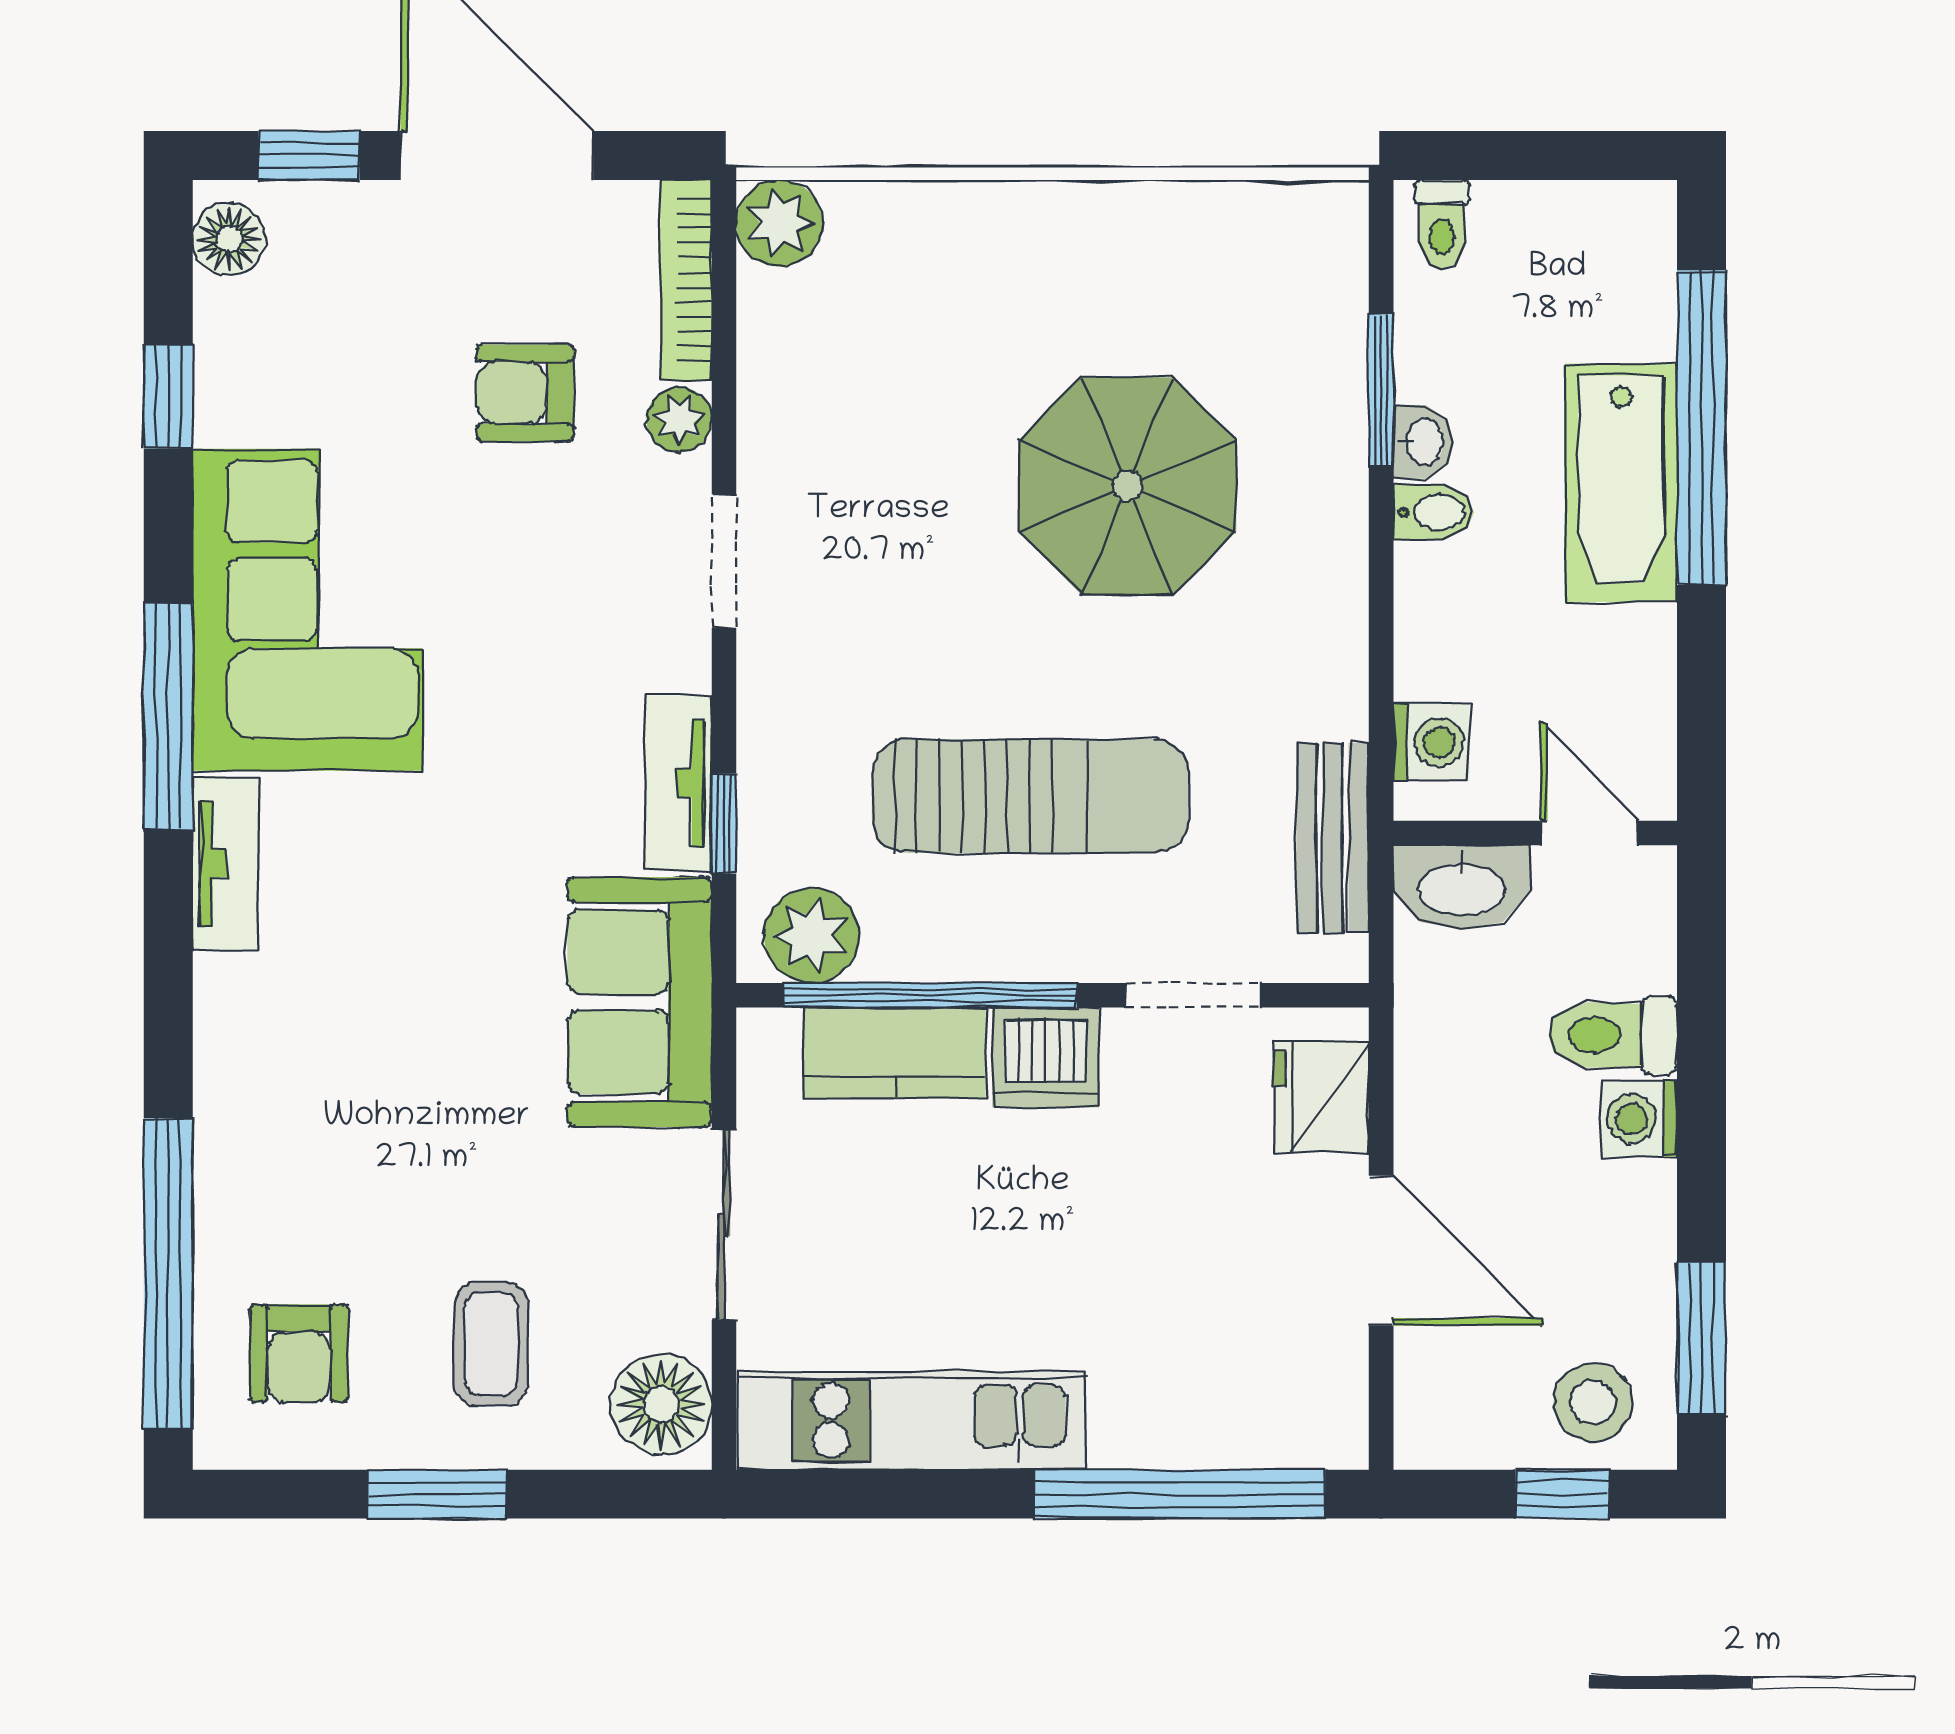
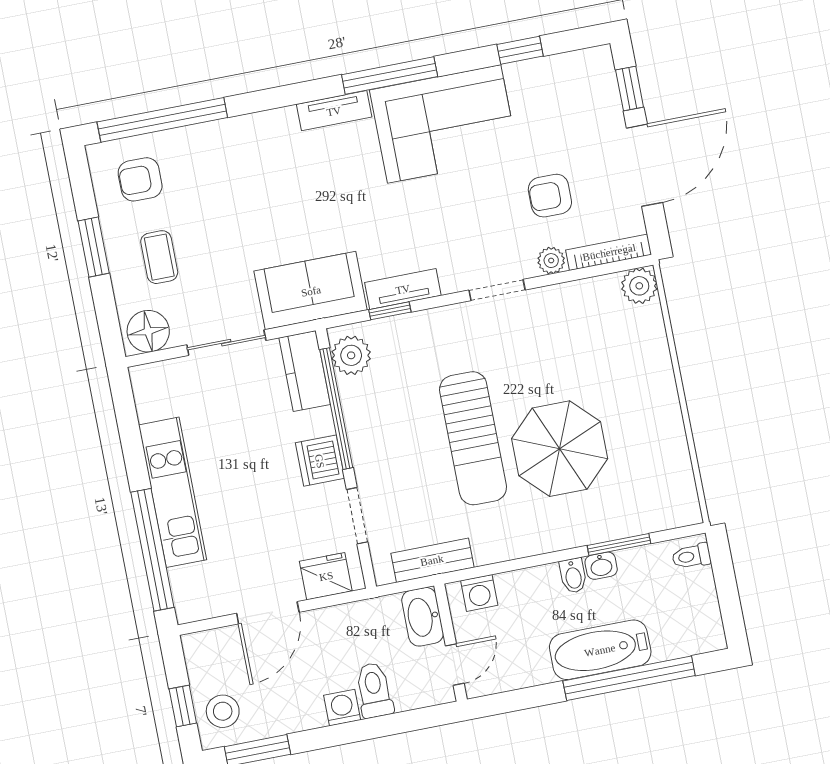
floor lamp: (229, 239) -> (589, 62), removed
armchair: (525, 393) -> (550, 196), turned -90
sun lounger: (1030, 796) -> (473, 438), moved
kitchen counter: (895, 1053) -> (305, 371), moved
coffee table: (491, 1344) -> (159, 257), turned 90
kitchen unit: (911, 1420) -> (173, 492), moved

